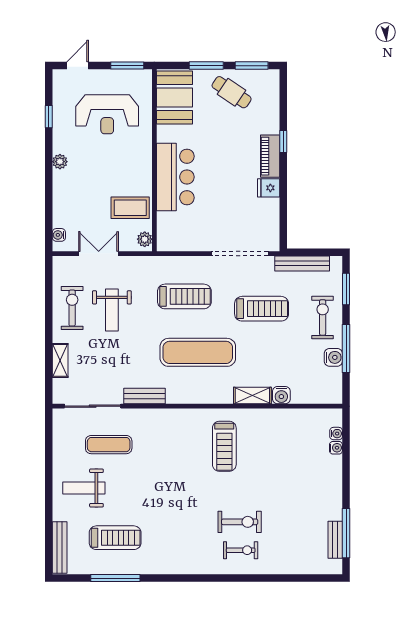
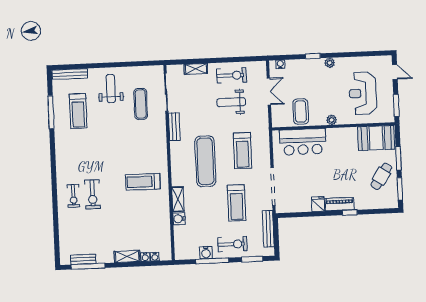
window: (49, 117) -> (313, 56), moved
bar counter: (175, 177) -> (303, 142), moved
plant: (145, 239) -> (332, 120), moved
shelving: (334, 474) -> (127, 256), added

